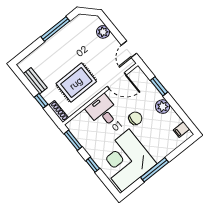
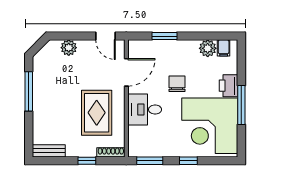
bench: (35, 81) -> (49, 151), moved
plant: (163, 107) -> (208, 48), moved
printer: (160, 152) -> (229, 86), added

